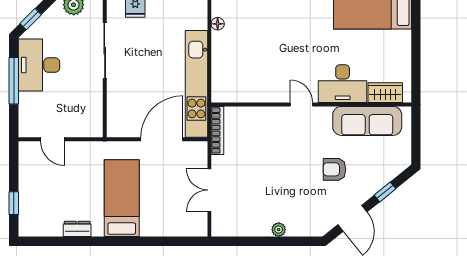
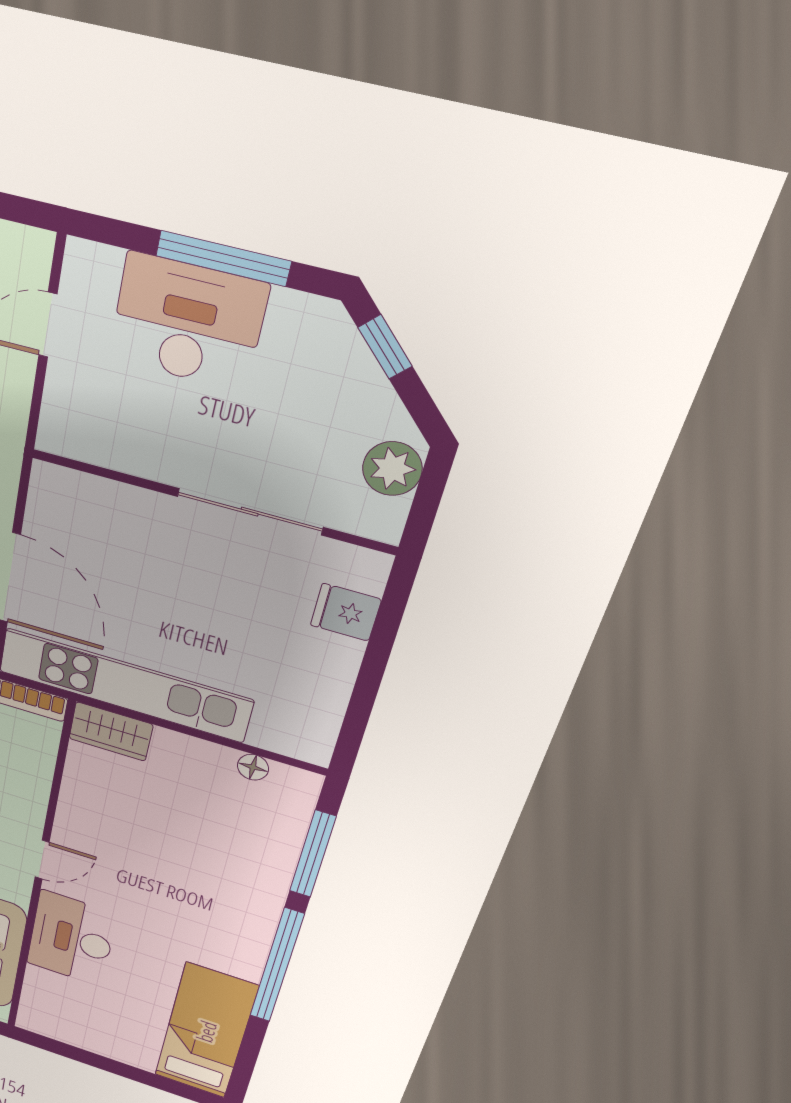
desk: (39, 65) -> (188, 322), moved
wardrobe: (385, 93) -> (111, 732), moved, turned 90

